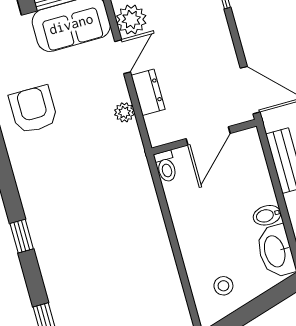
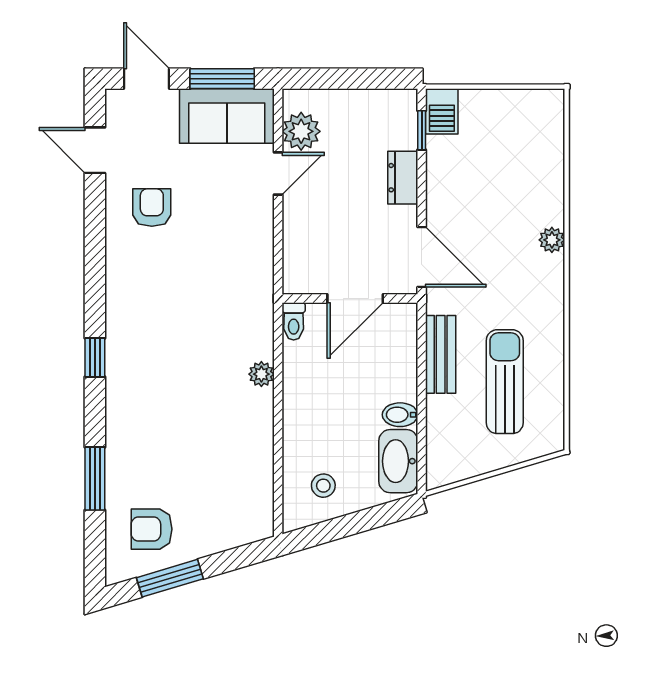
dresser: (148, 92) -> (403, 178), moved, turned 180
armchair: (33, 110) -> (152, 208), width x0.72, depth x0.72
plant: (124, 112) -> (261, 374), moved

